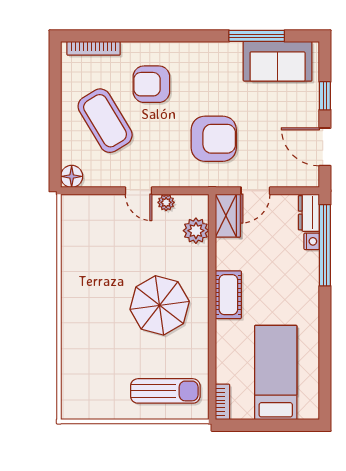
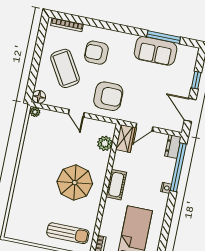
sofa: (278, 61) -> (156, 51), moved
armchair: (214, 139) -> (108, 96), moved
plant: (166, 202) -> (35, 112), moved
nightstand: (312, 241) -> (166, 188), moved

